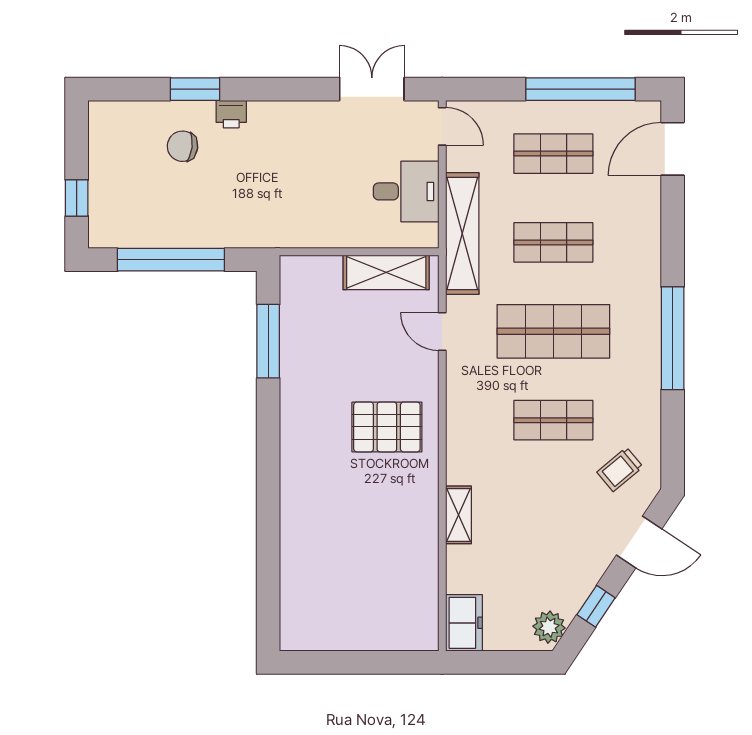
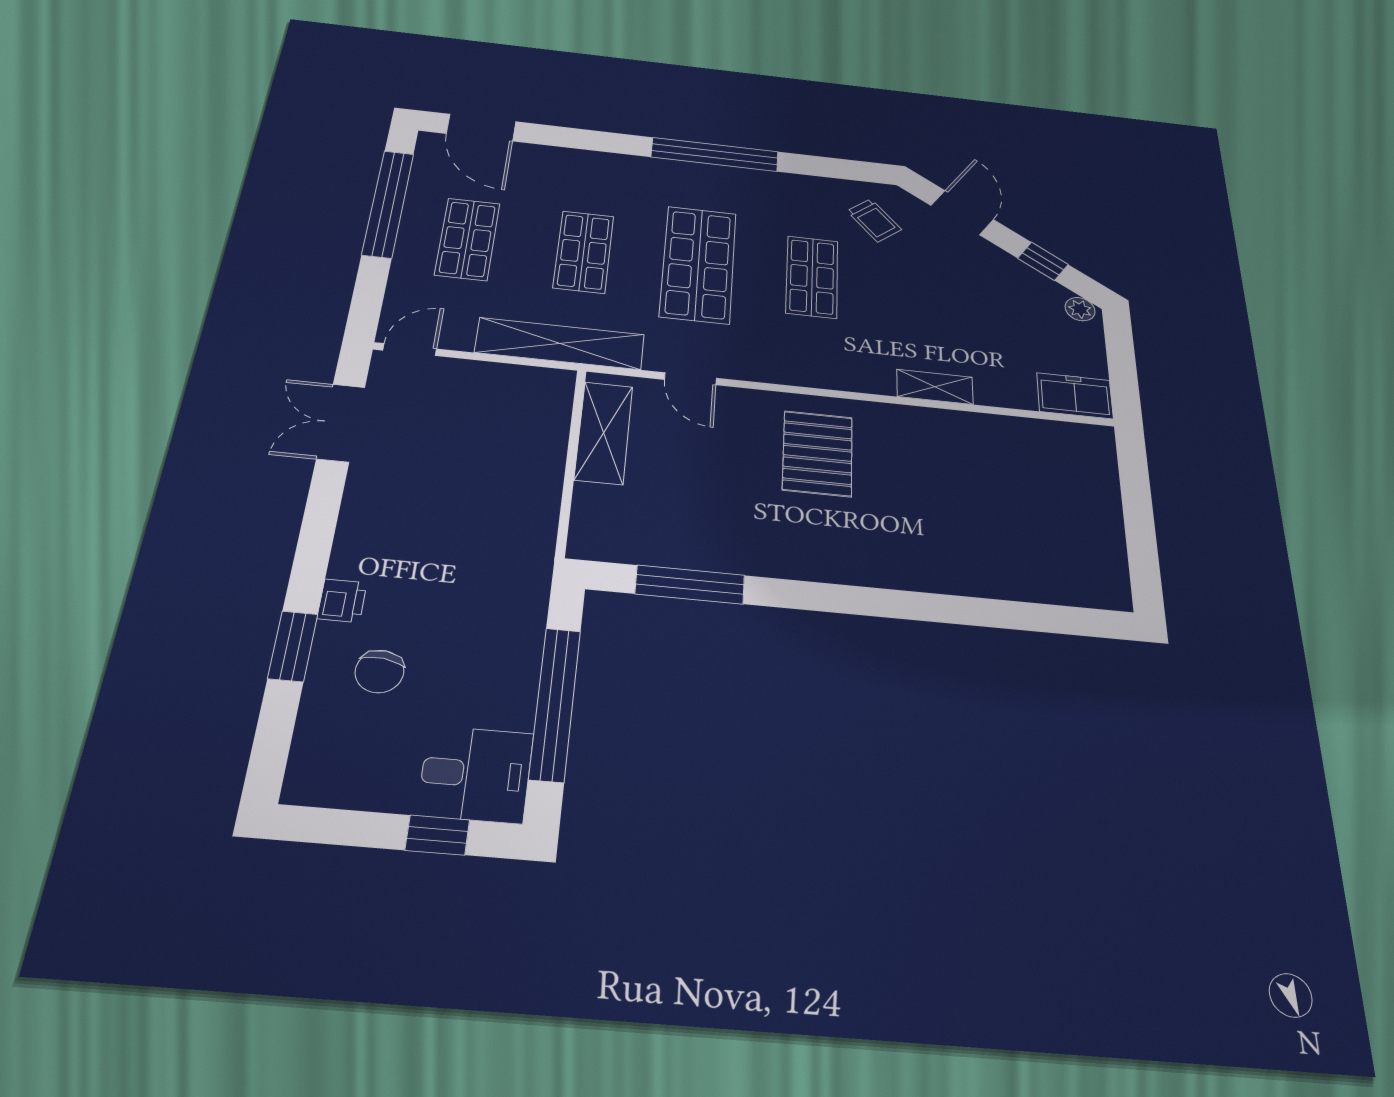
desk: (406, 191) -> (476, 774), moved, turned 90
door: (442, 332) -> (690, 379), hinge flipped
plant: (549, 627) -> (1080, 309), width x0.73, depth x0.73

